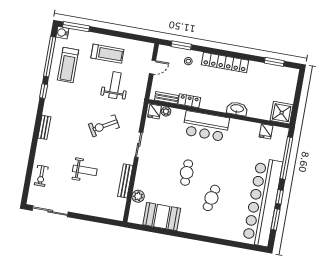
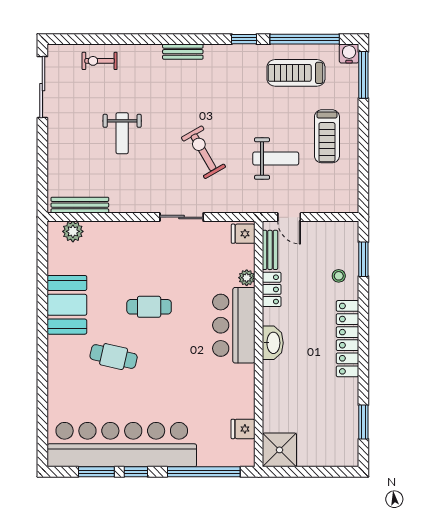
door: (153, 67) -> (289, 217), moved
washbasin: (237, 109) -> (273, 343), moved
plant: (166, 111) -> (247, 278), moved
bench: (125, 181) -> (80, 205), moved
plant: (138, 196) -> (73, 231), moved
booth: (162, 217) -> (67, 305), moved

